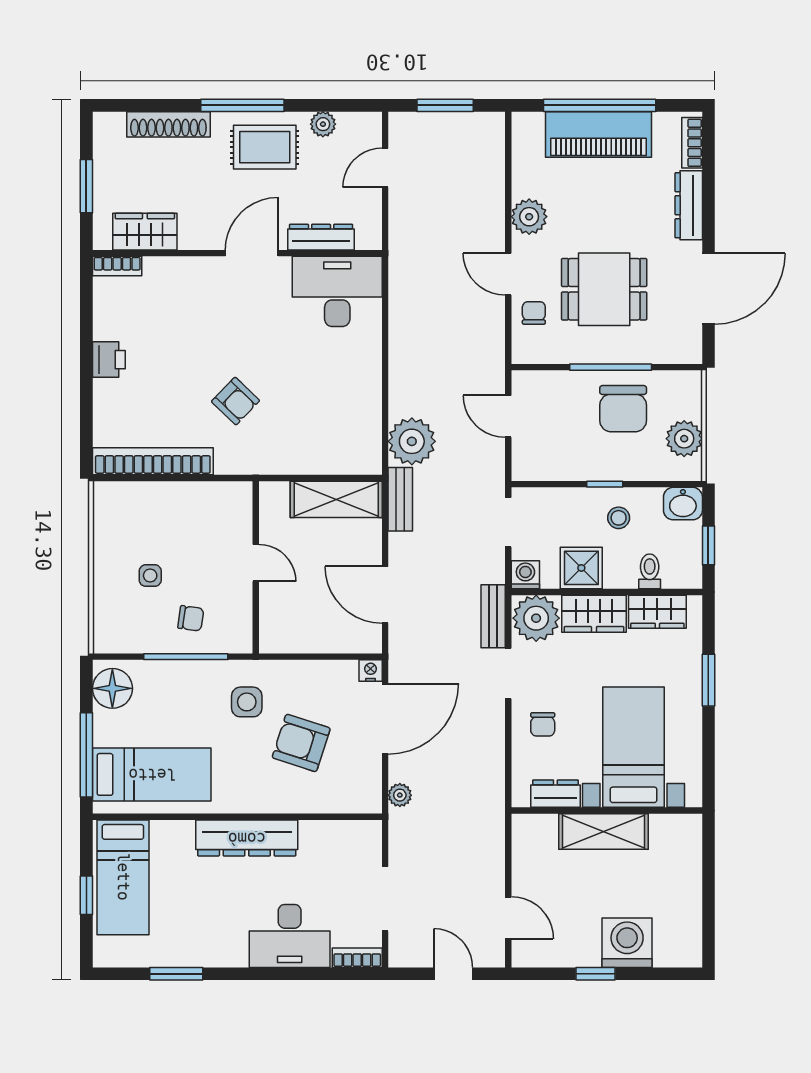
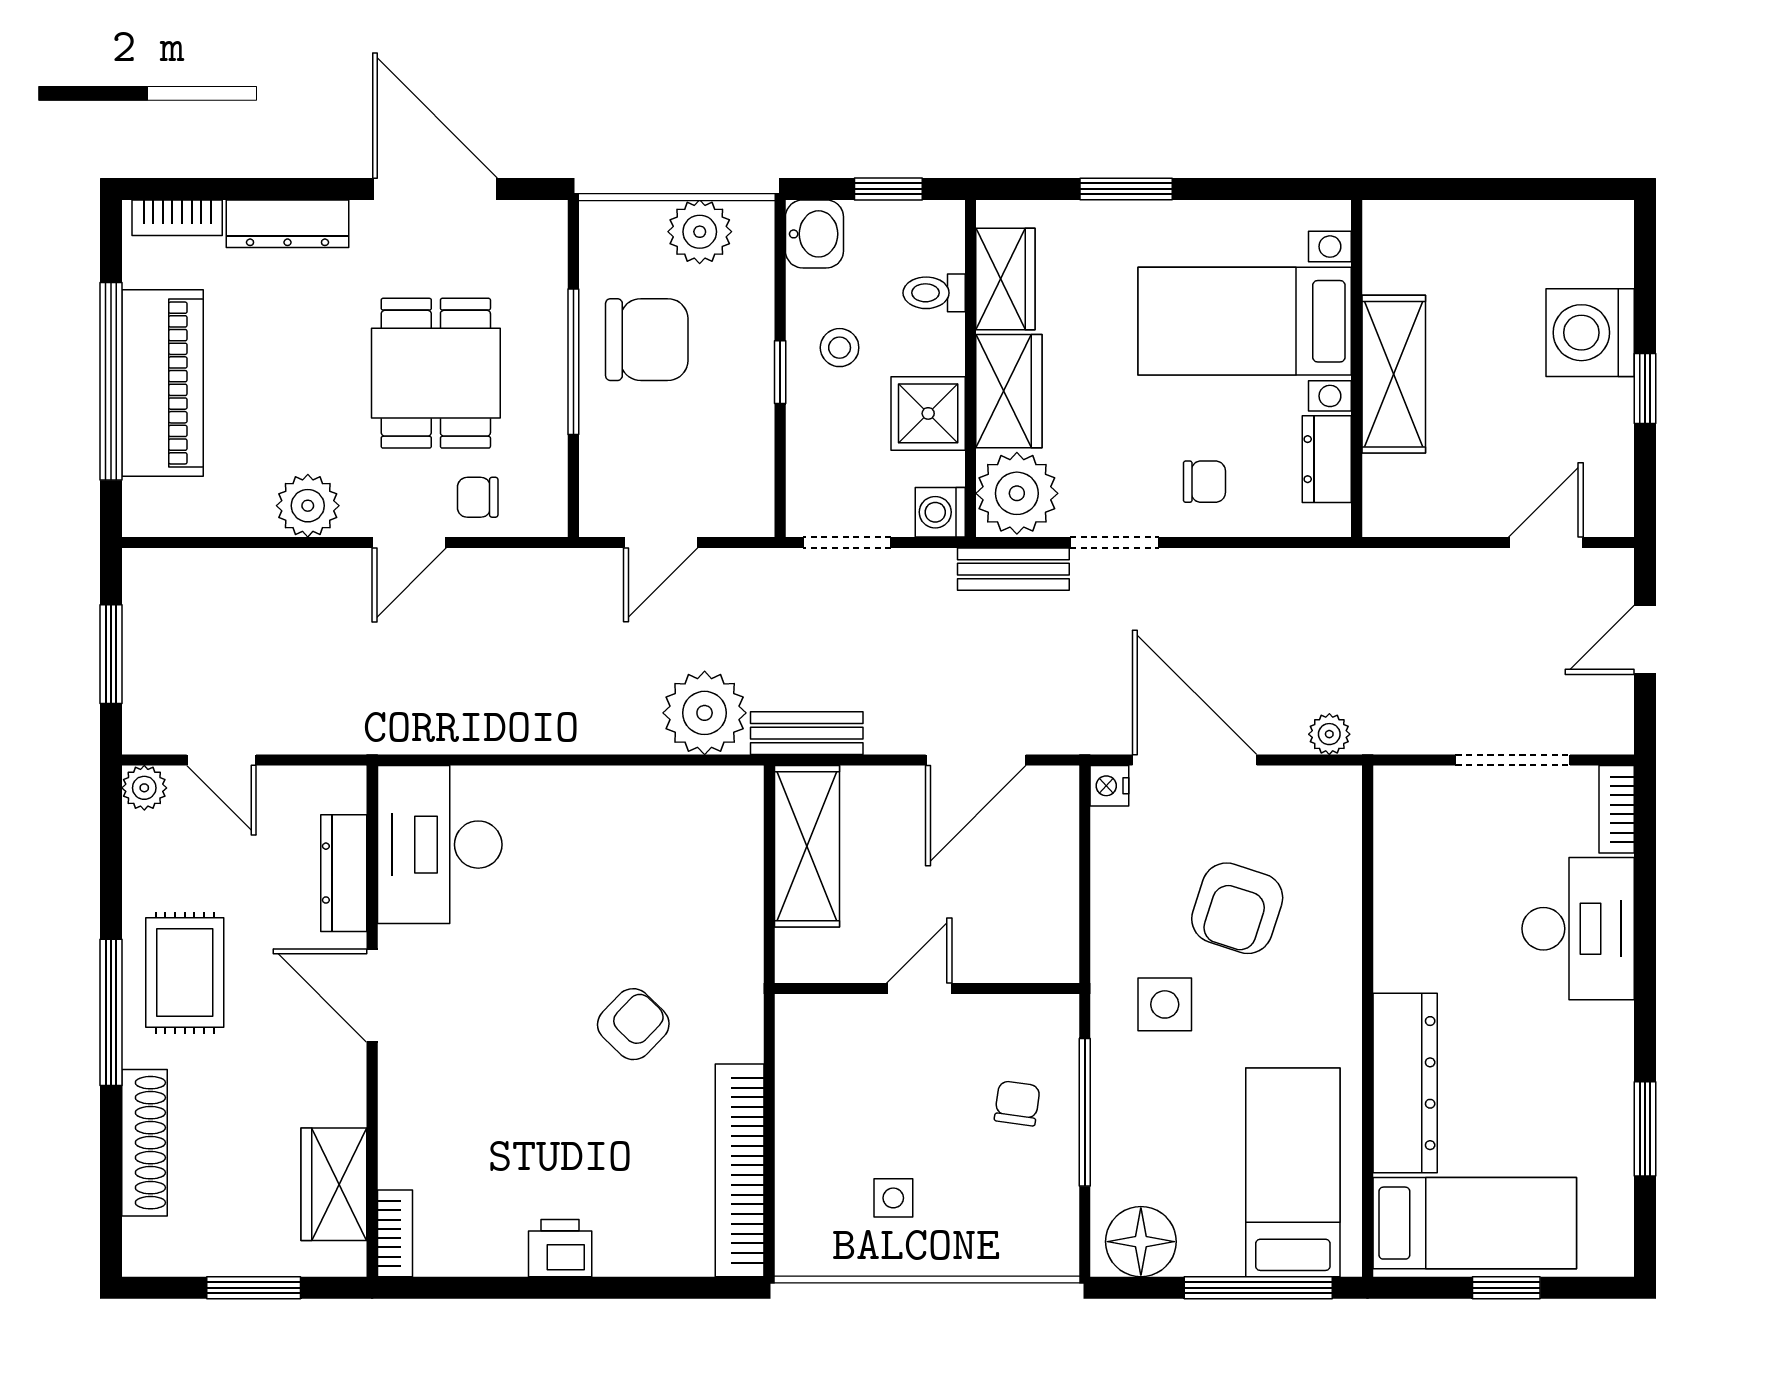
plant: (323, 124) -> (144, 788), moved
side table: (150, 576) -> (893, 1198), moved
dresser: (247, 838) -> (1405, 1083), moved

